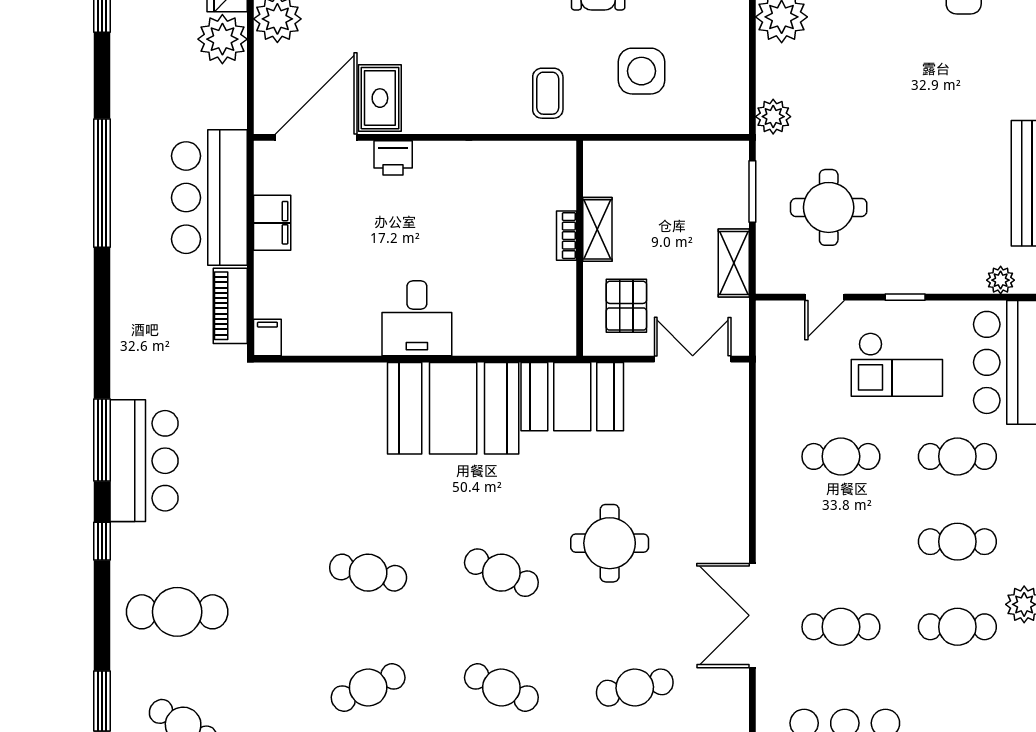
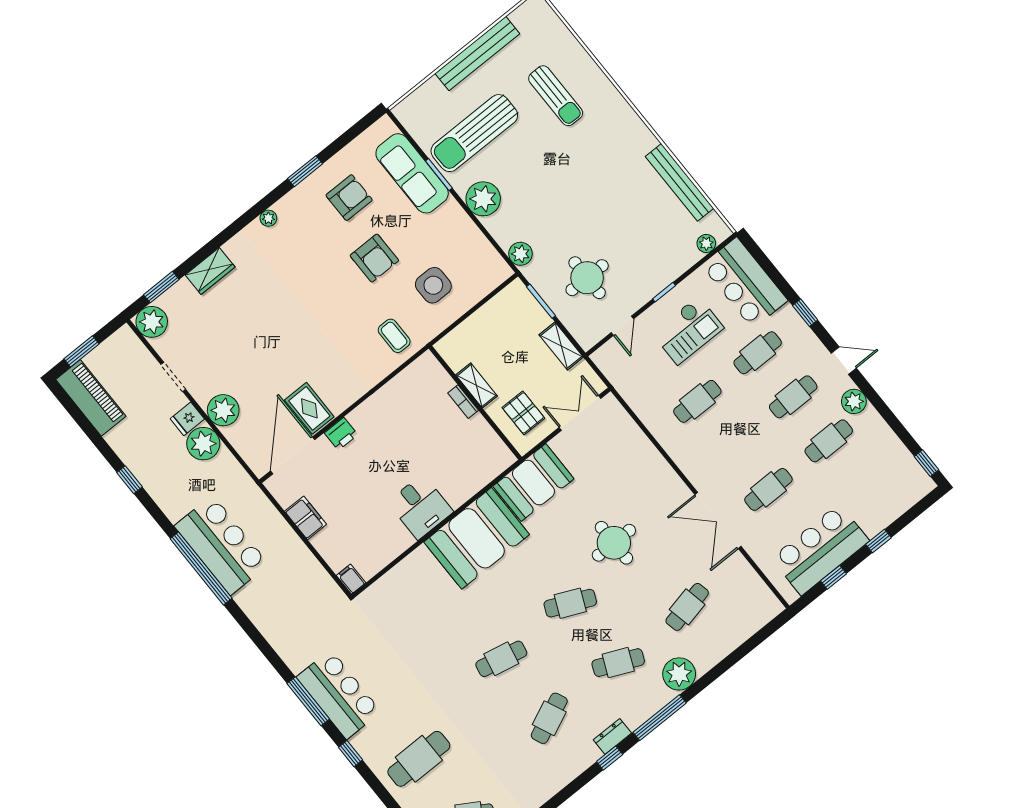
bar counter: (209, 198) -> (222, 545), moved, turned 180
piano: (230, 306) -> (319, 578), removed

